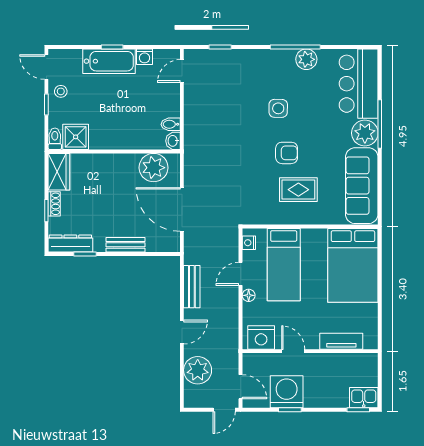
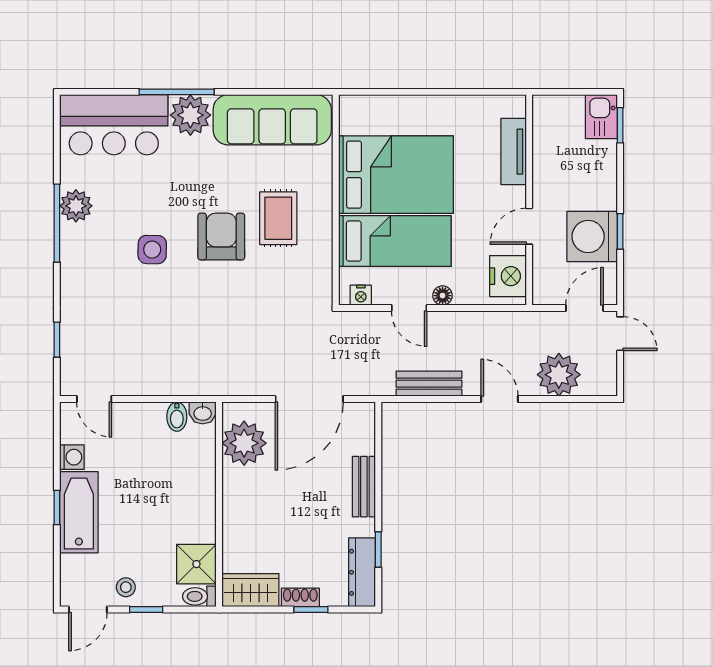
armchair: (287, 153) -> (221, 237), width x1.38, depth x1.38
bed: (353, 265) -> (396, 175), moved

